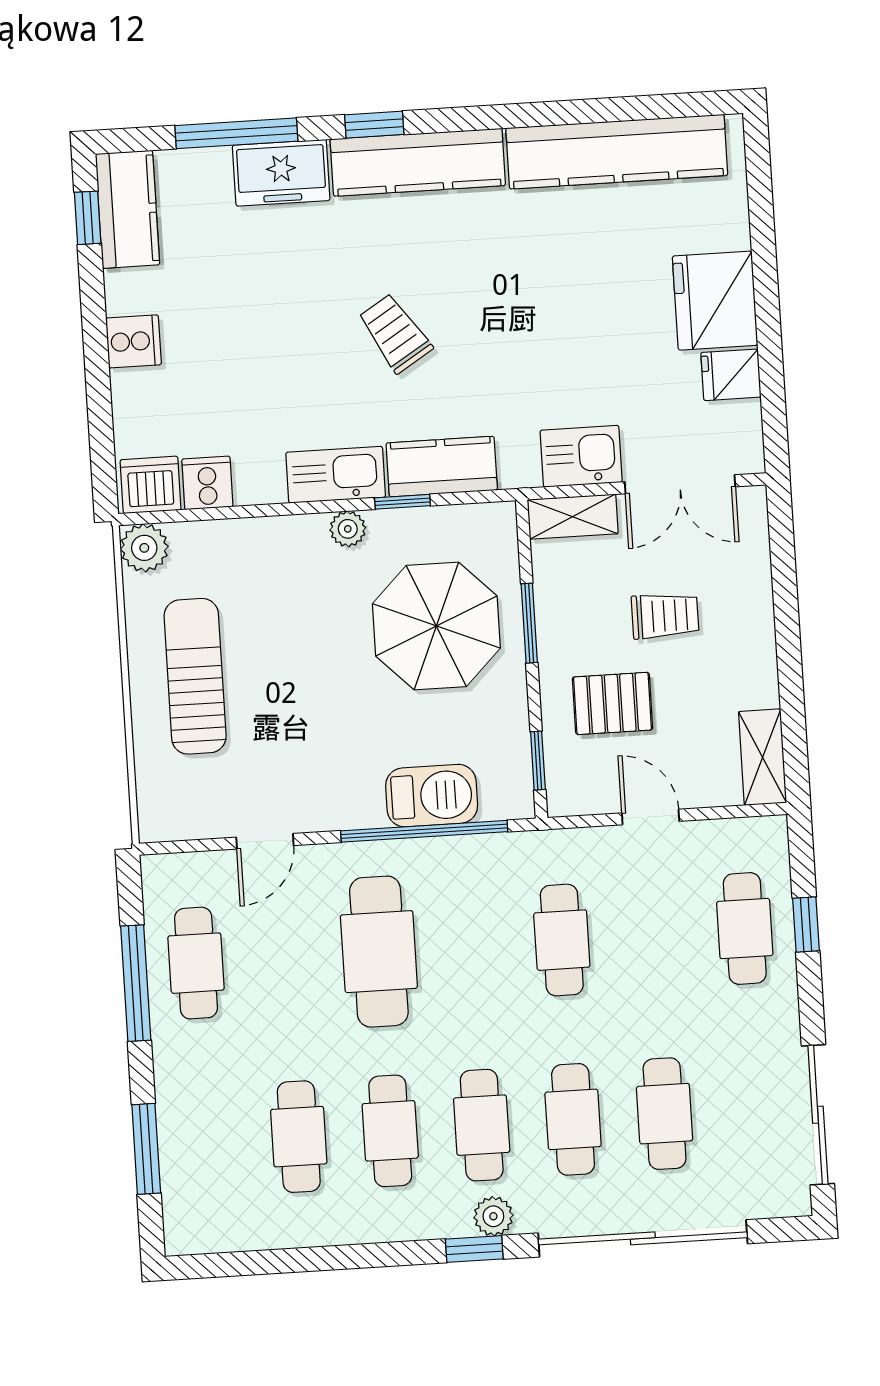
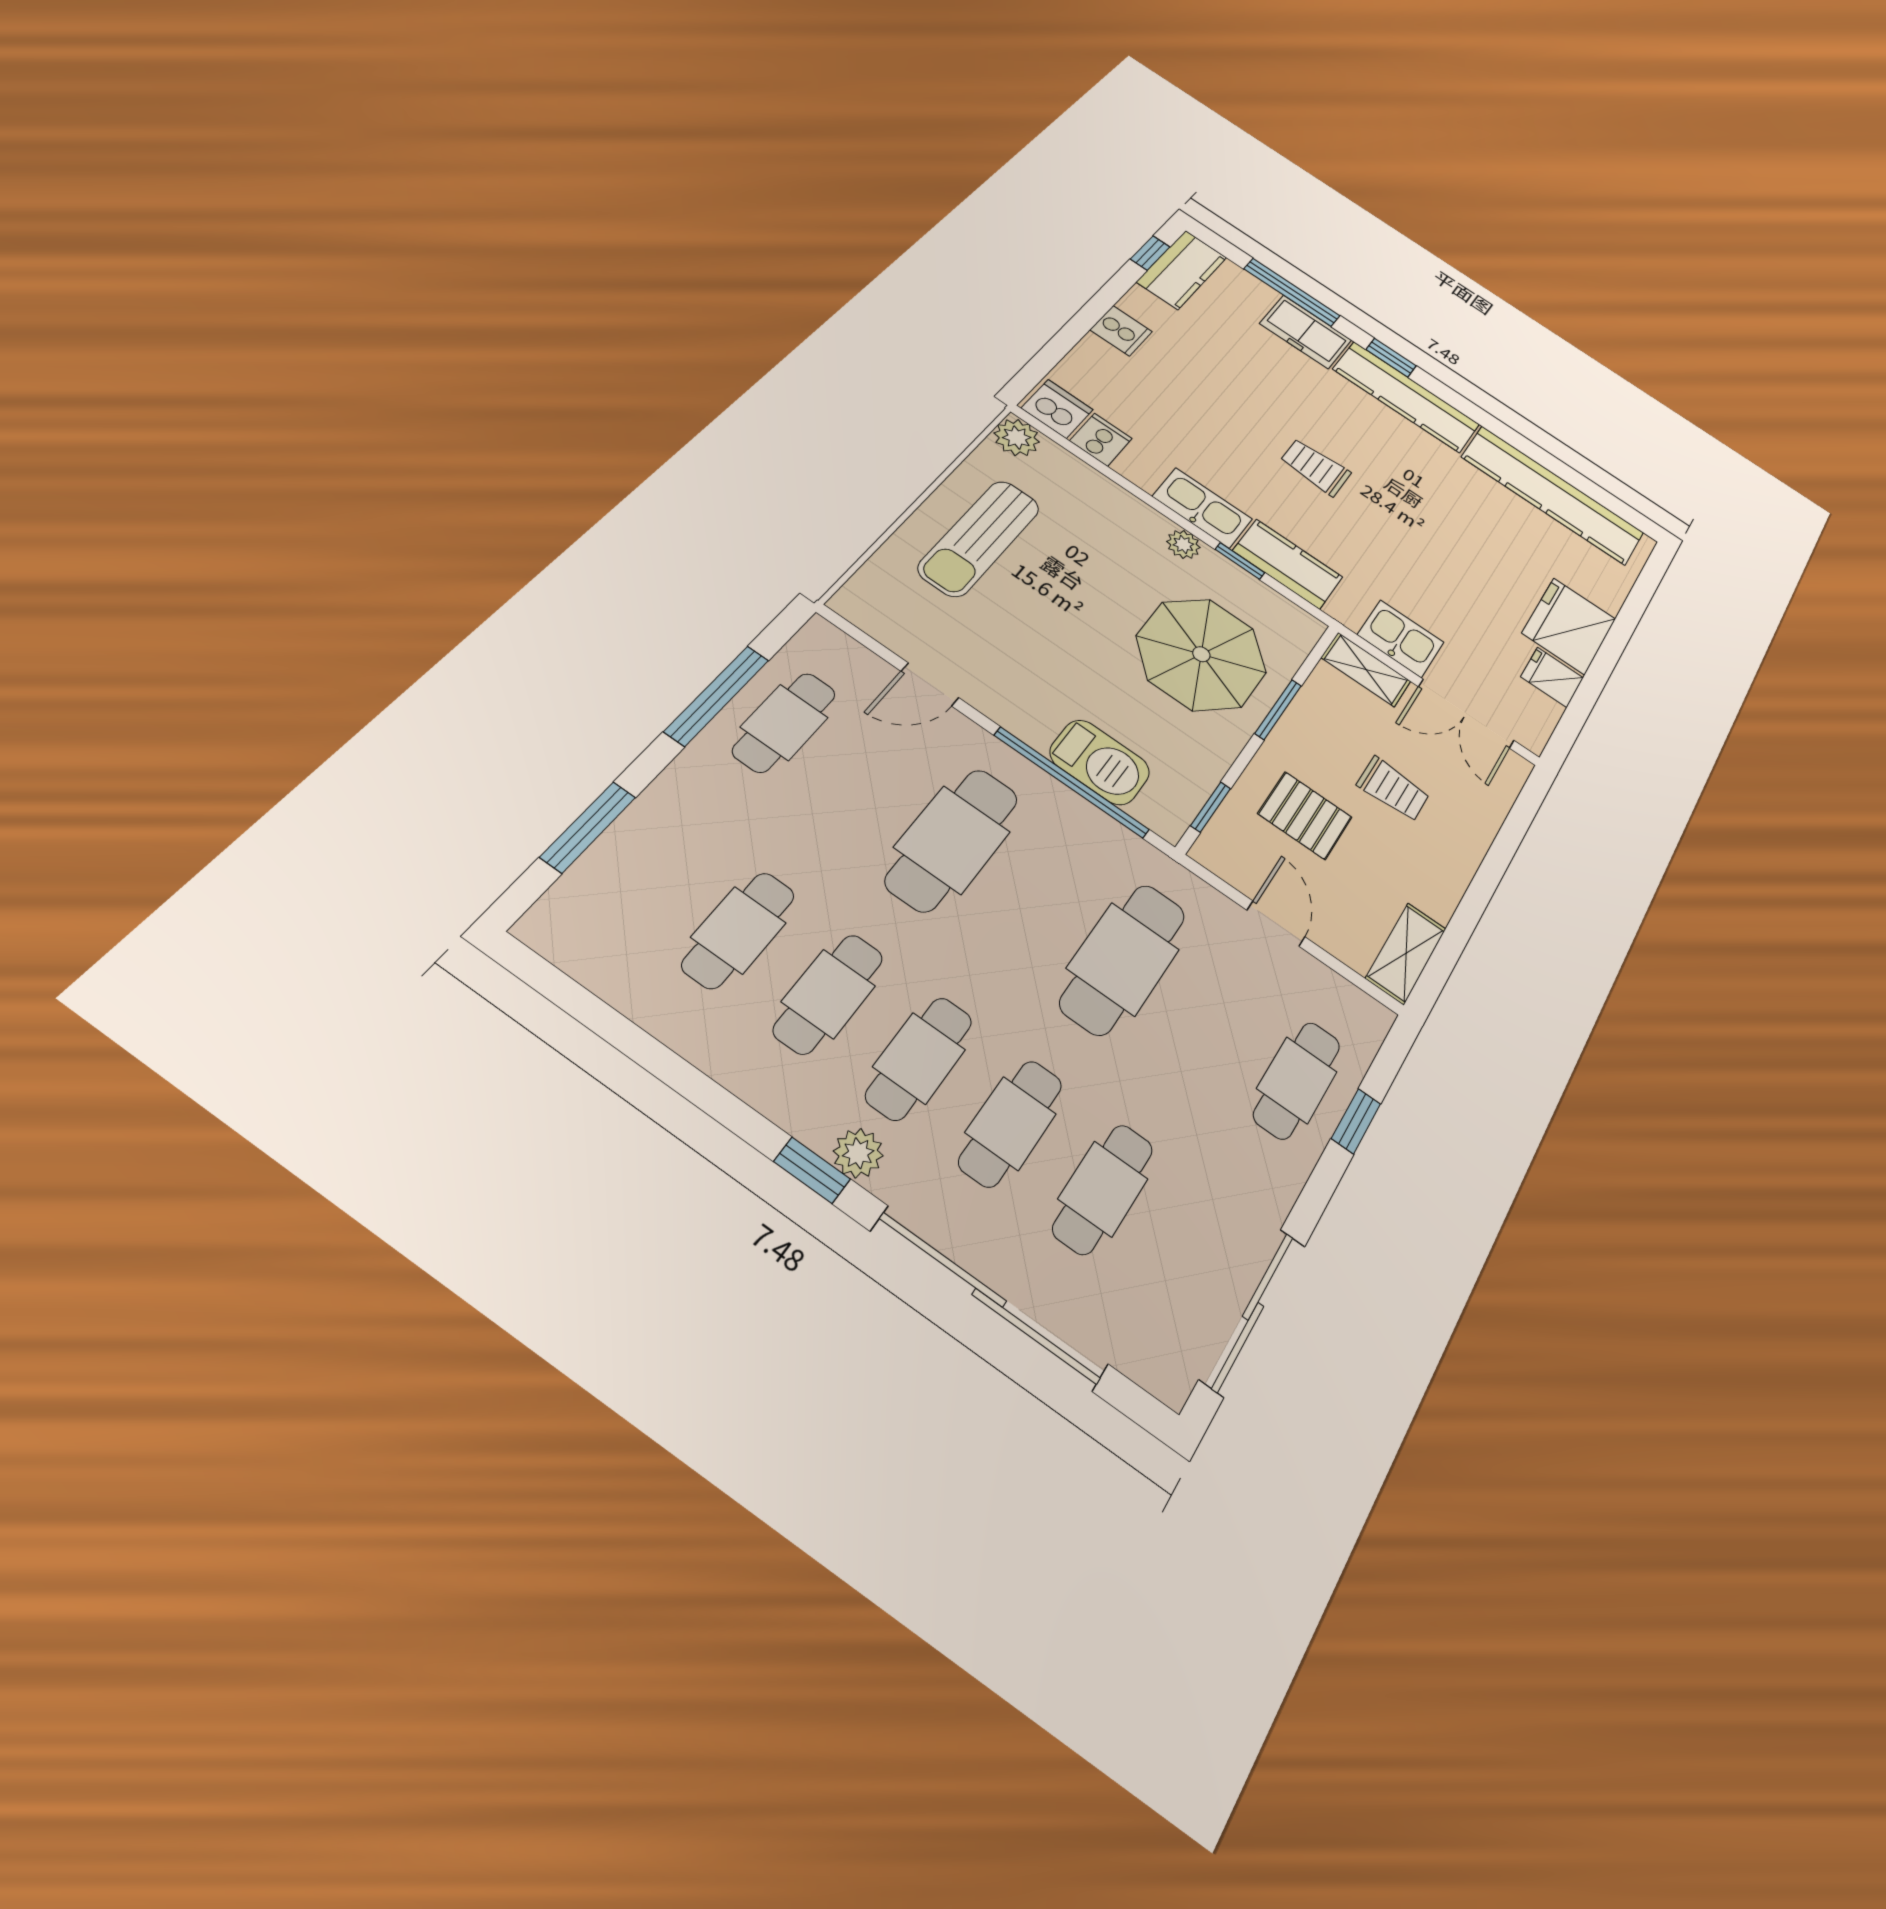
trolley: (395, 333) -> (1316, 467), turned -58
sun lounger: (195, 676) -> (979, 538), turned 180
cafe table: (562, 940) -> (1123, 959), width x1.37, depth x1.35

